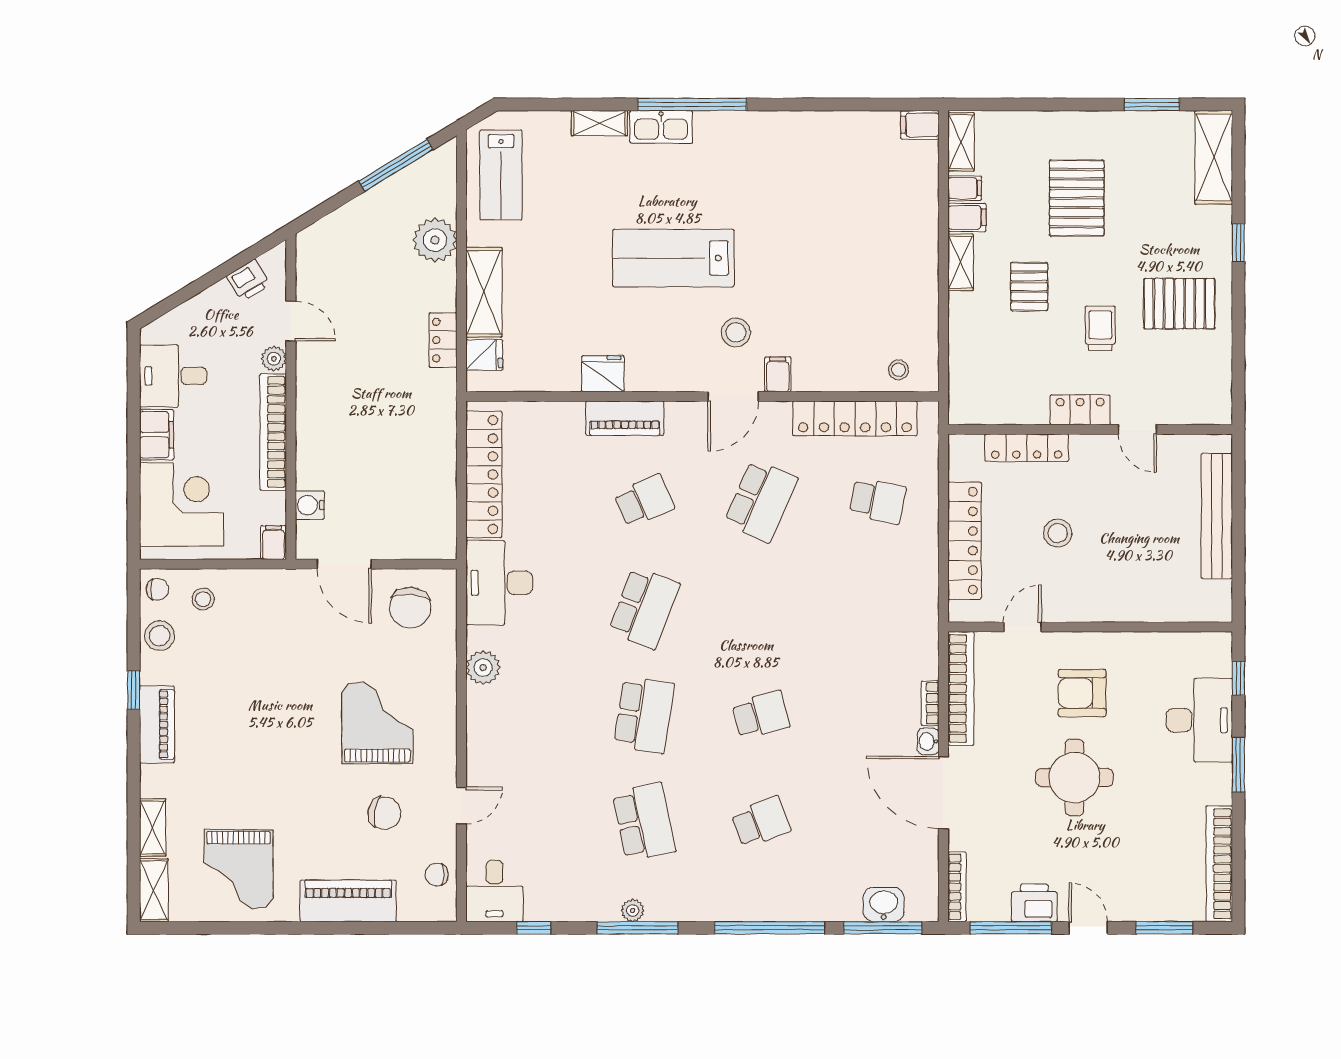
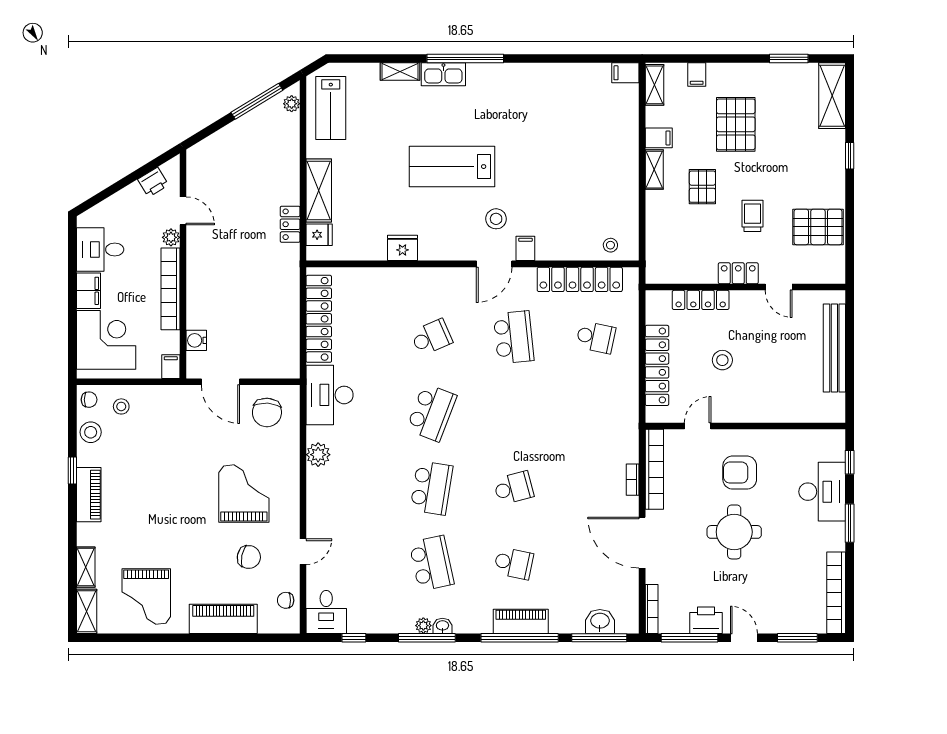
filing cabinet: (965, 188) -> (697, 75), moved, turned 90
plant: (435, 240) -> (292, 104), moved, width x0.53, depth x0.53
pallet: (1179, 304) -> (818, 227), moved
piano: (625, 418) -> (521, 621), moved, turned 180
school desk: (761, 501) -> (514, 337), turned -30
washbasin: (928, 741) -> (442, 626), moved, turned 90
school desk: (761, 822) -> (514, 563), turned 33

